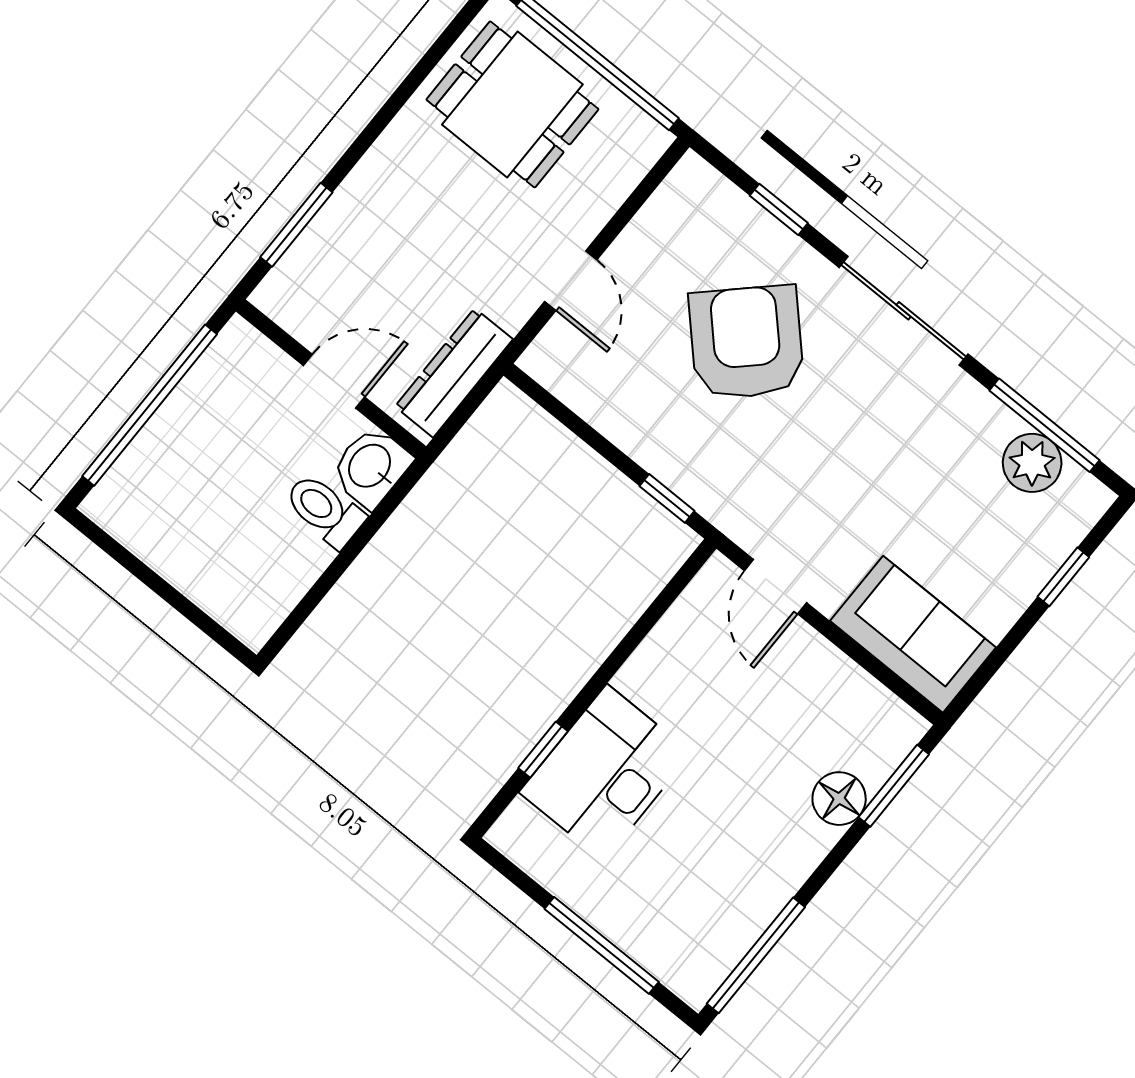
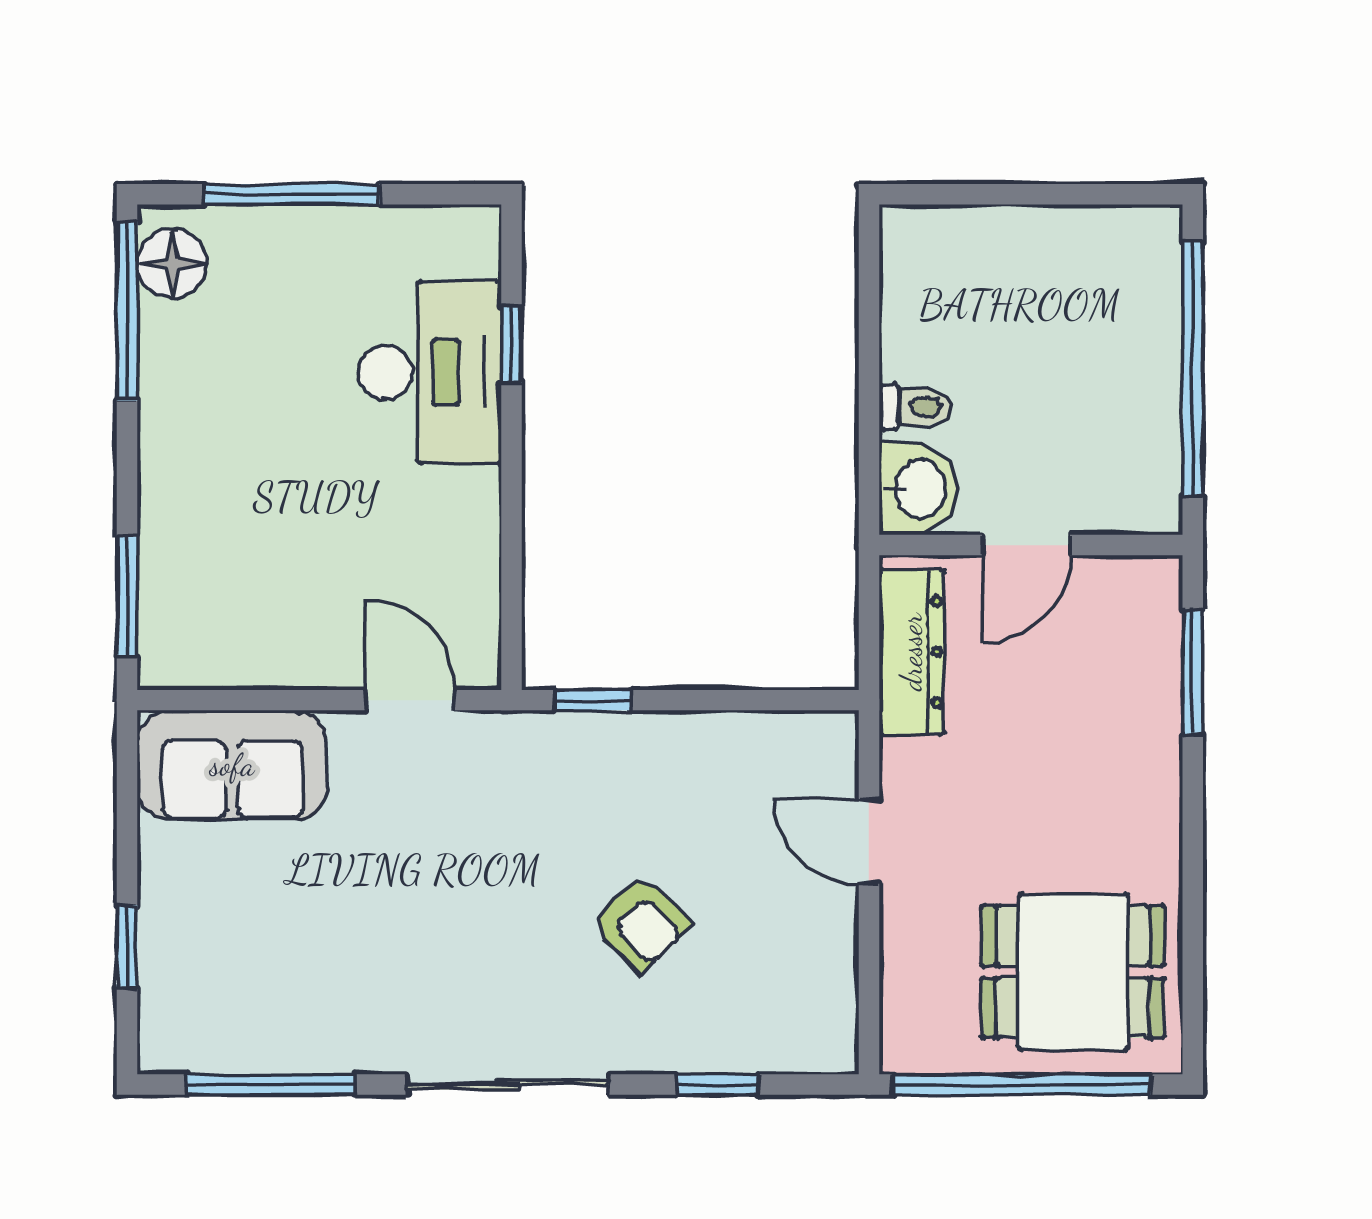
armchair: (746, 342) -> (641, 923), width x0.53, depth x0.53
plant: (1032, 463) -> (253, 1036), removed
toilet: (325, 510) -> (915, 407), width x0.73, depth x0.72
floor lamp: (839, 799) -> (172, 263), moved

